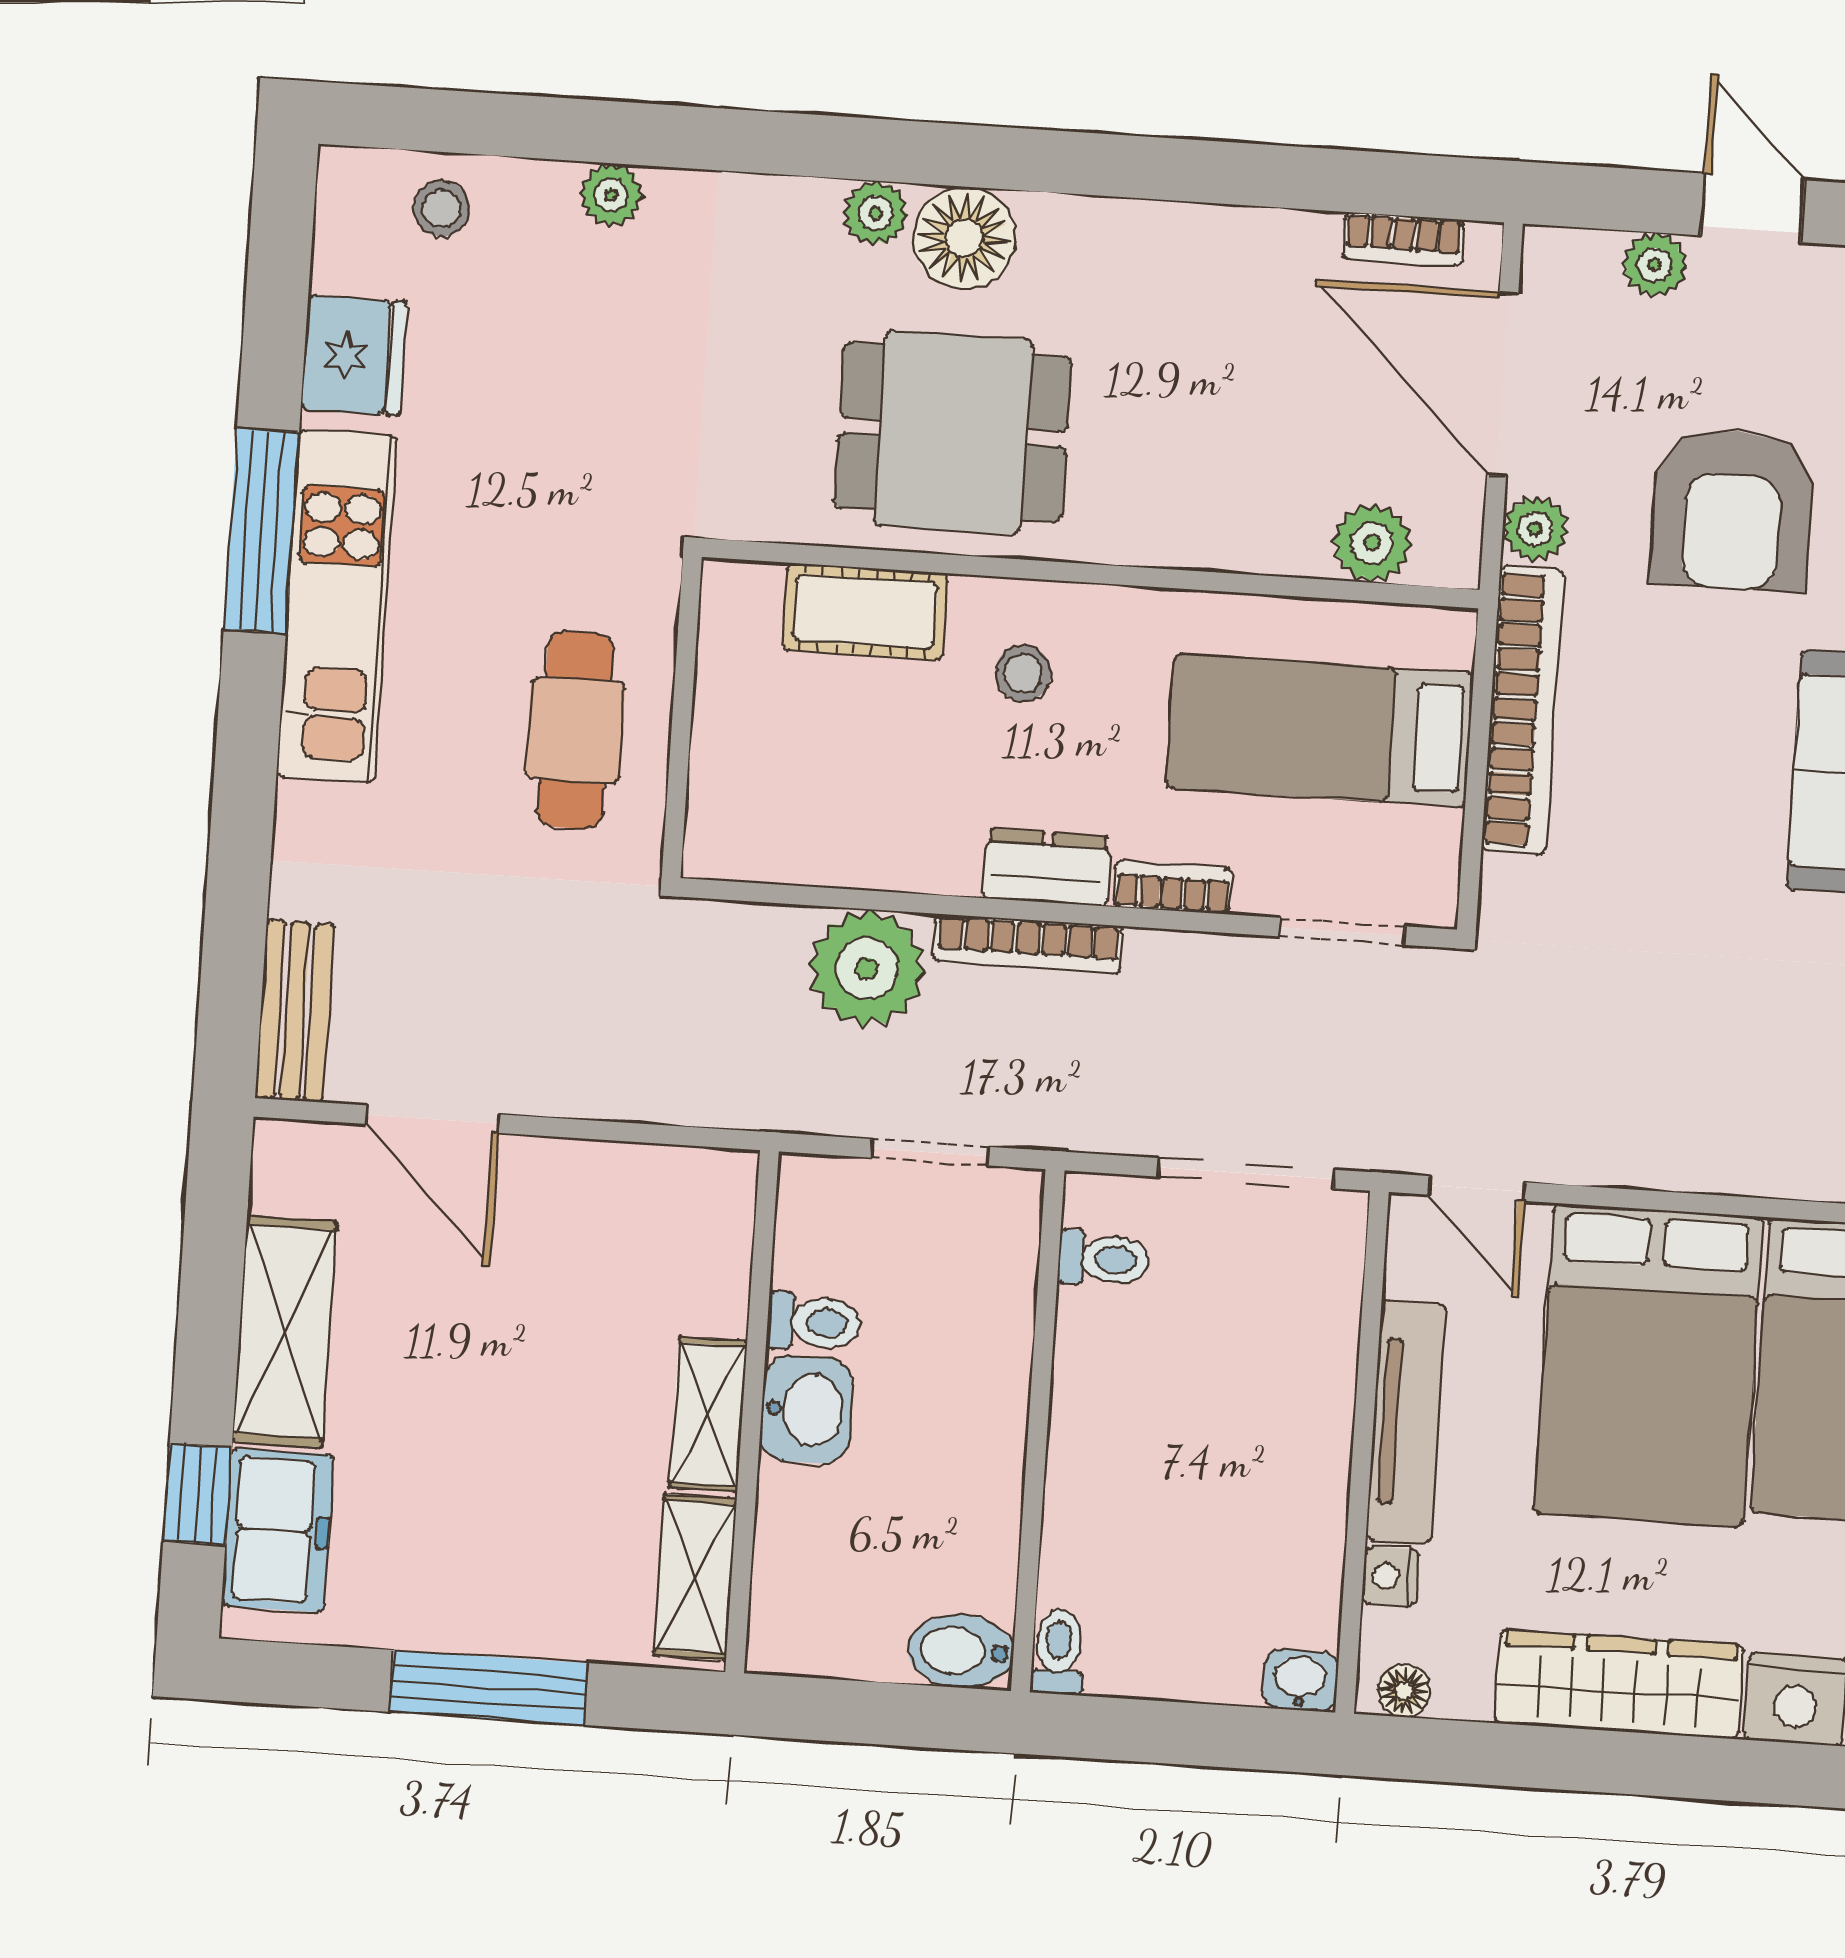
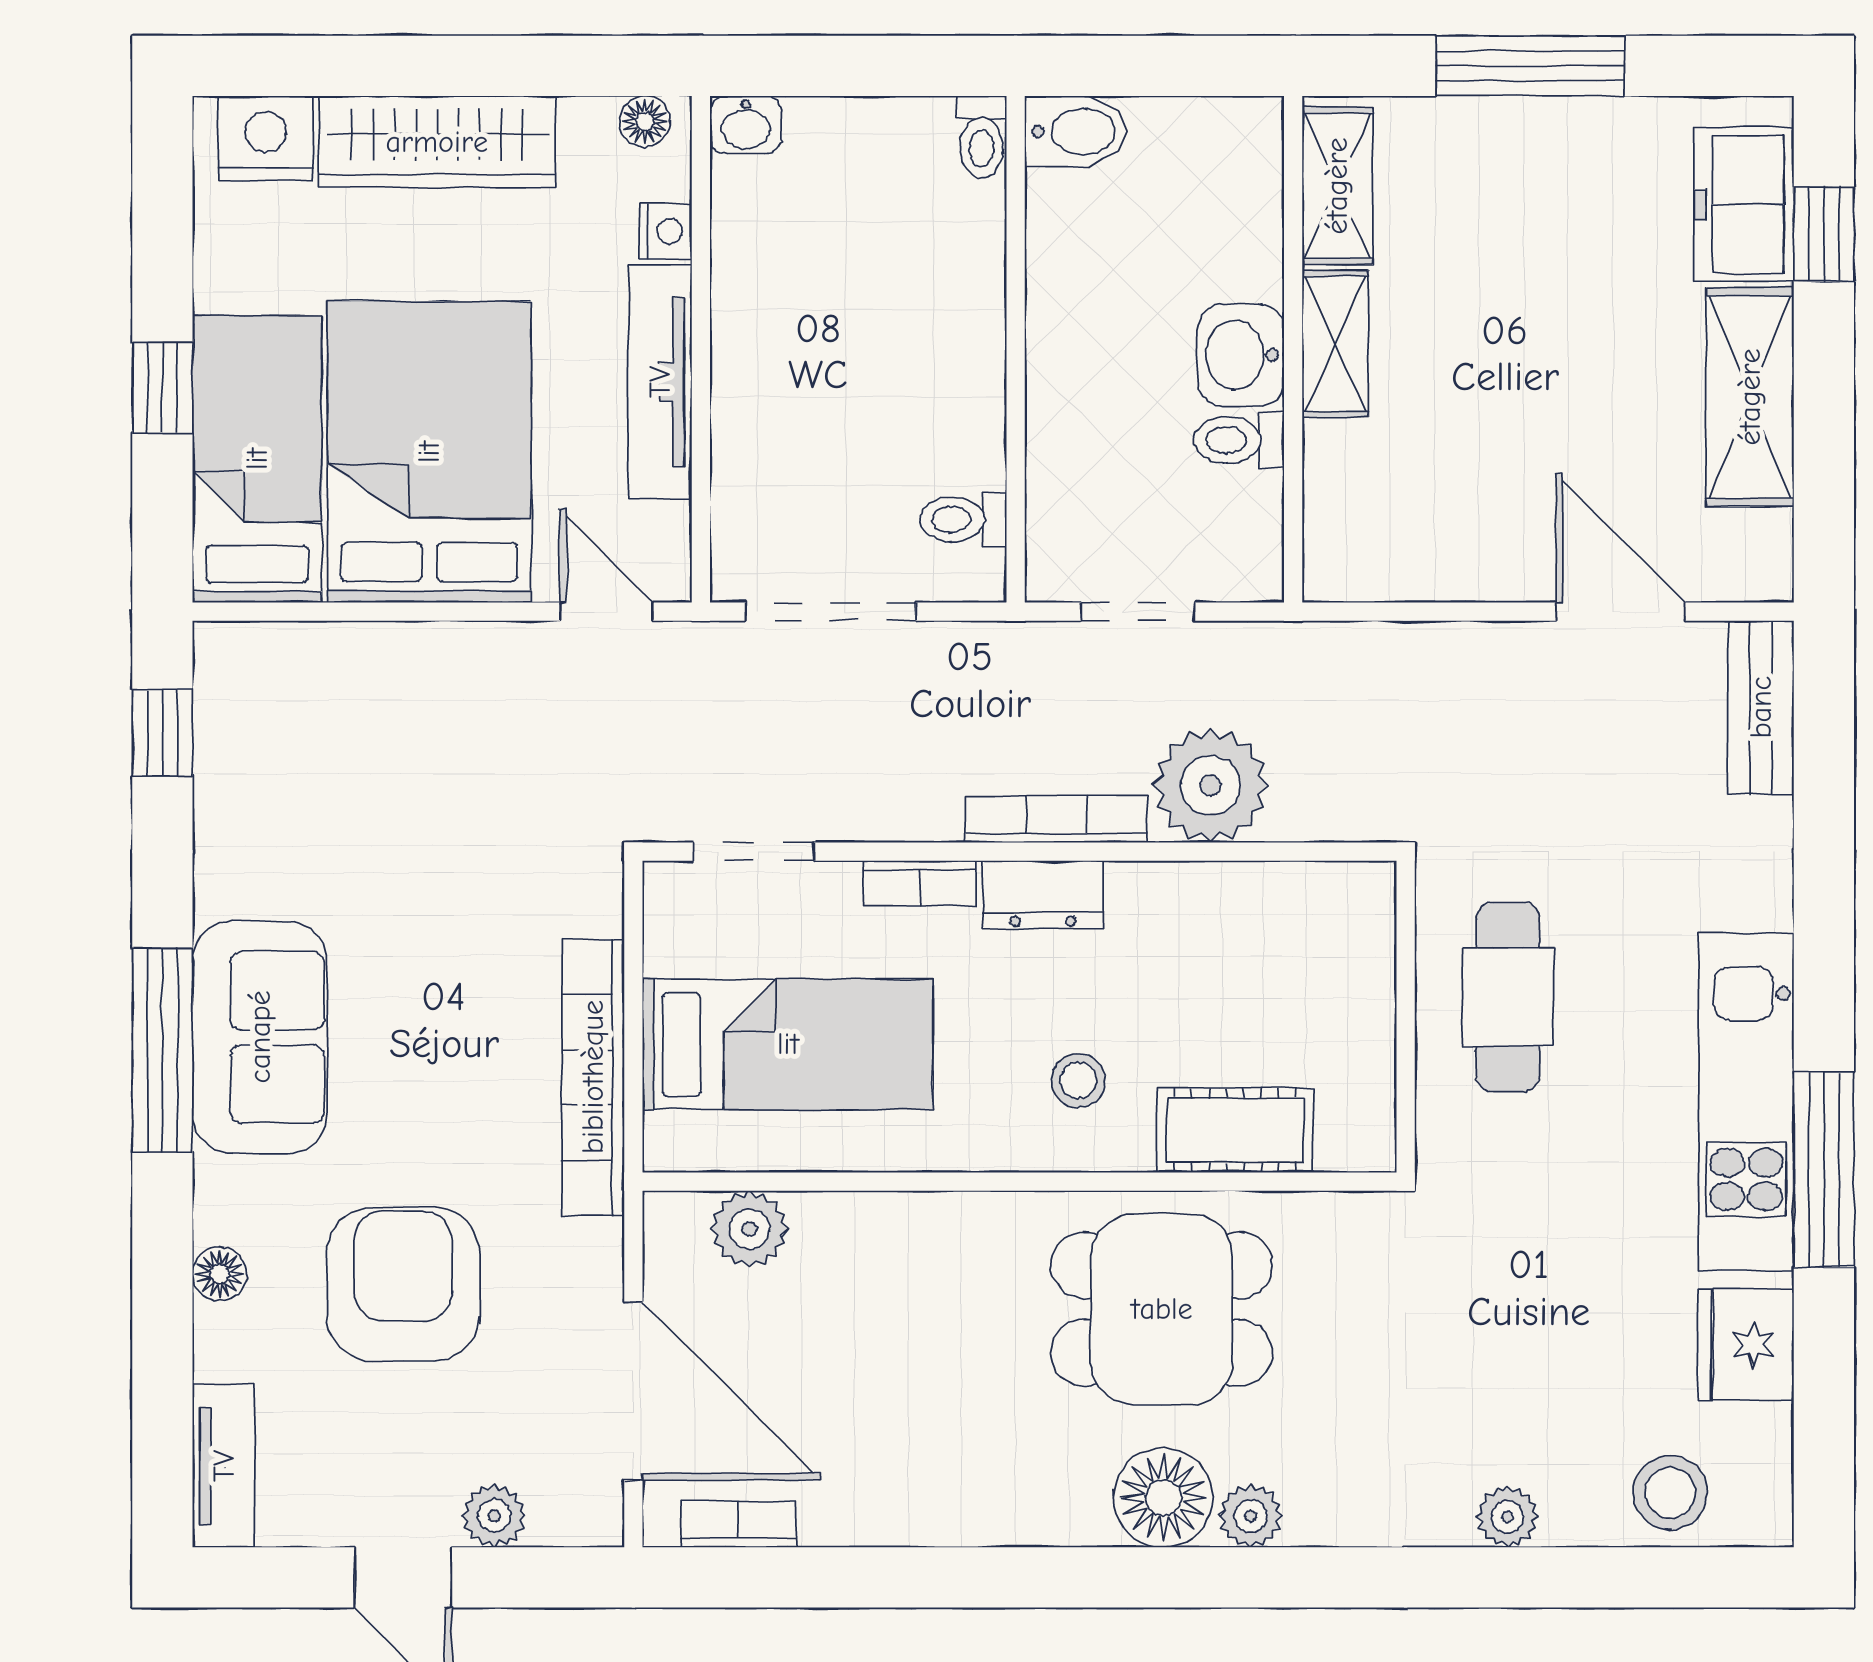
stool: (442, 209) -> (1670, 1493), width x1.37, depth x1.37
plant: (1535, 529) -> (593, 1253), removed

